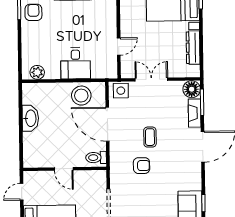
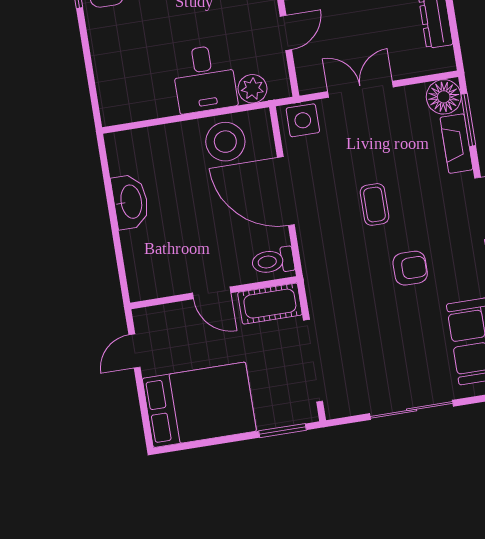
plant: (37, 72) -> (252, 89), moved
armchair: (142, 166) -> (410, 268), moved
cot: (92, 178) -> (270, 304), added

